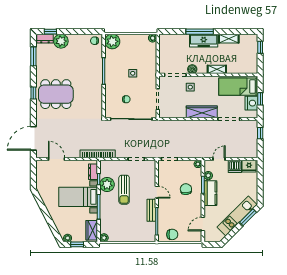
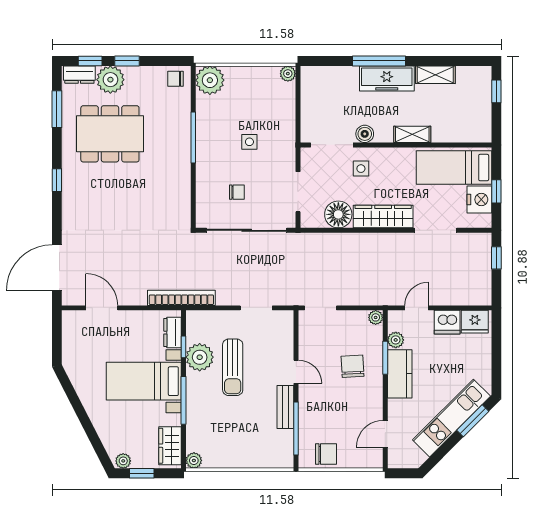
window: (69, 32) -> (127, 61), added
dining table: (56, 94) -> (110, 134), moved
floor lamp: (179, 111) -> (338, 214), added

